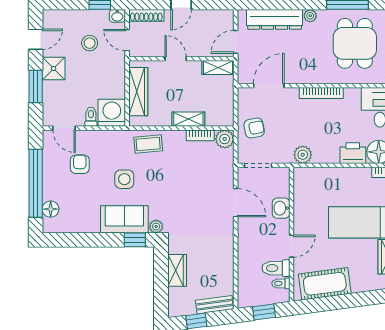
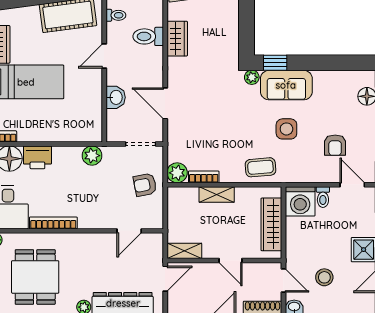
door: (269, 86) -> (129, 231), width x0.73
bookcase: (321, 93) -> (53, 223), moved
toilet: (276, 268) -> (148, 36), moved, turned 180
wardrobe: (177, 270) -> (177, 39), moved, turned 180

